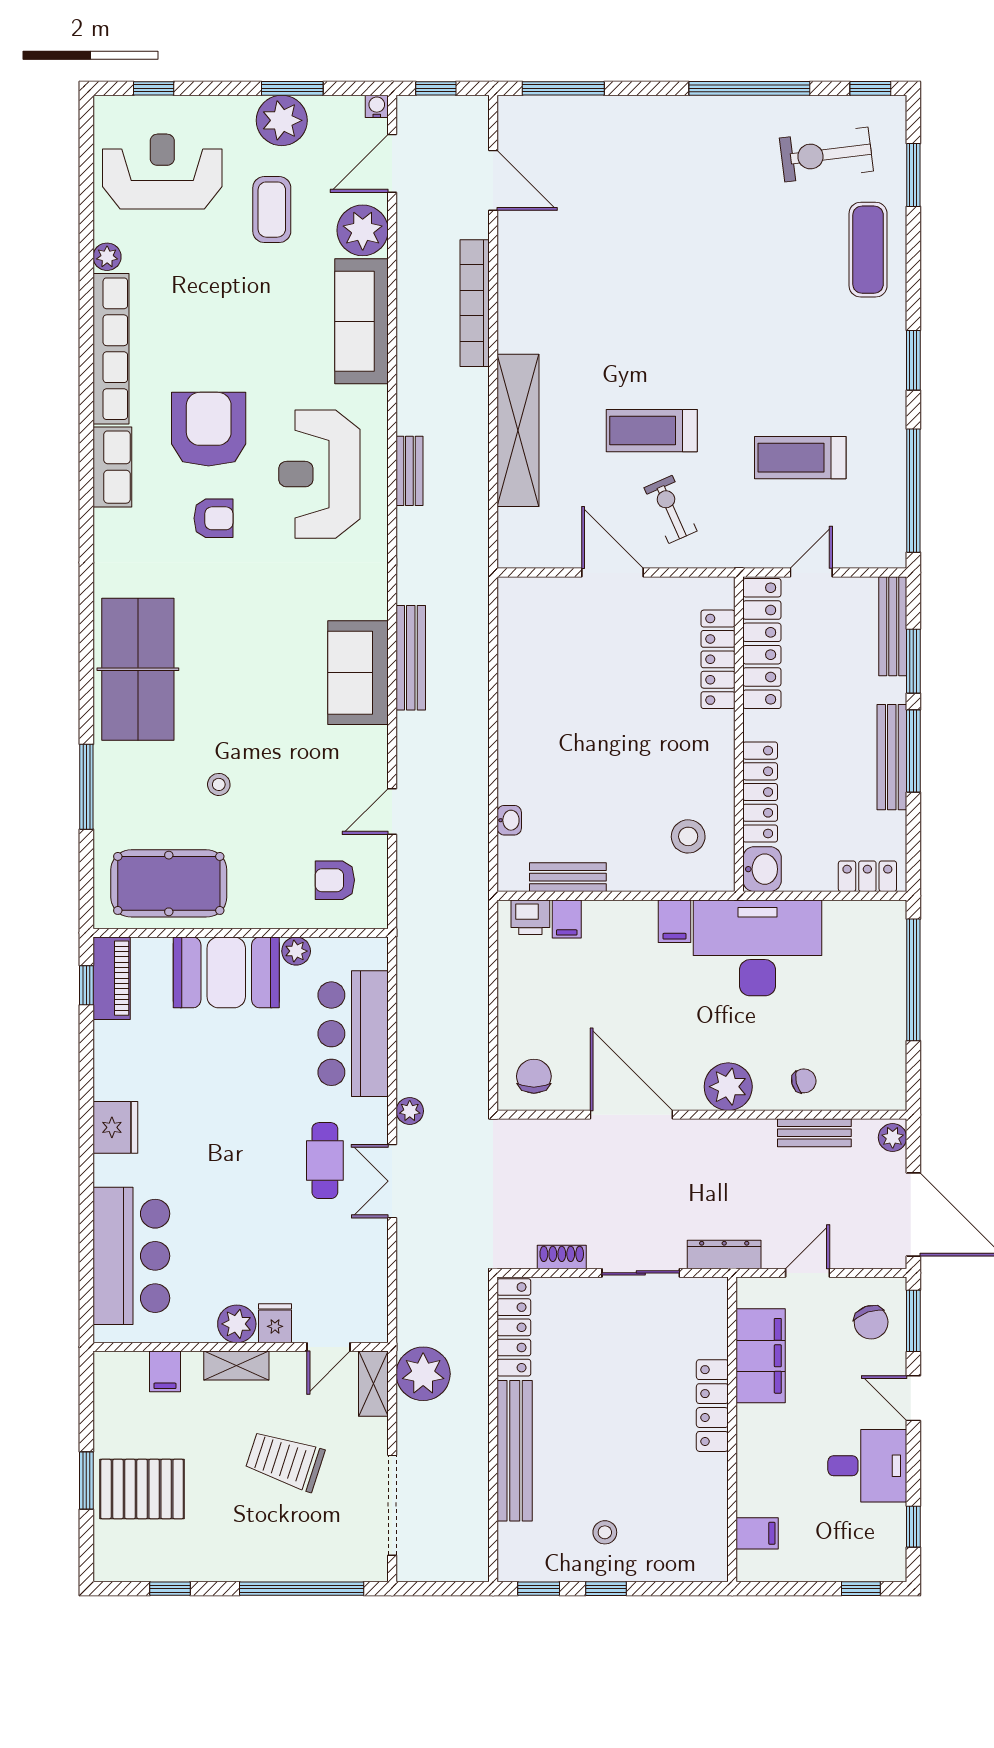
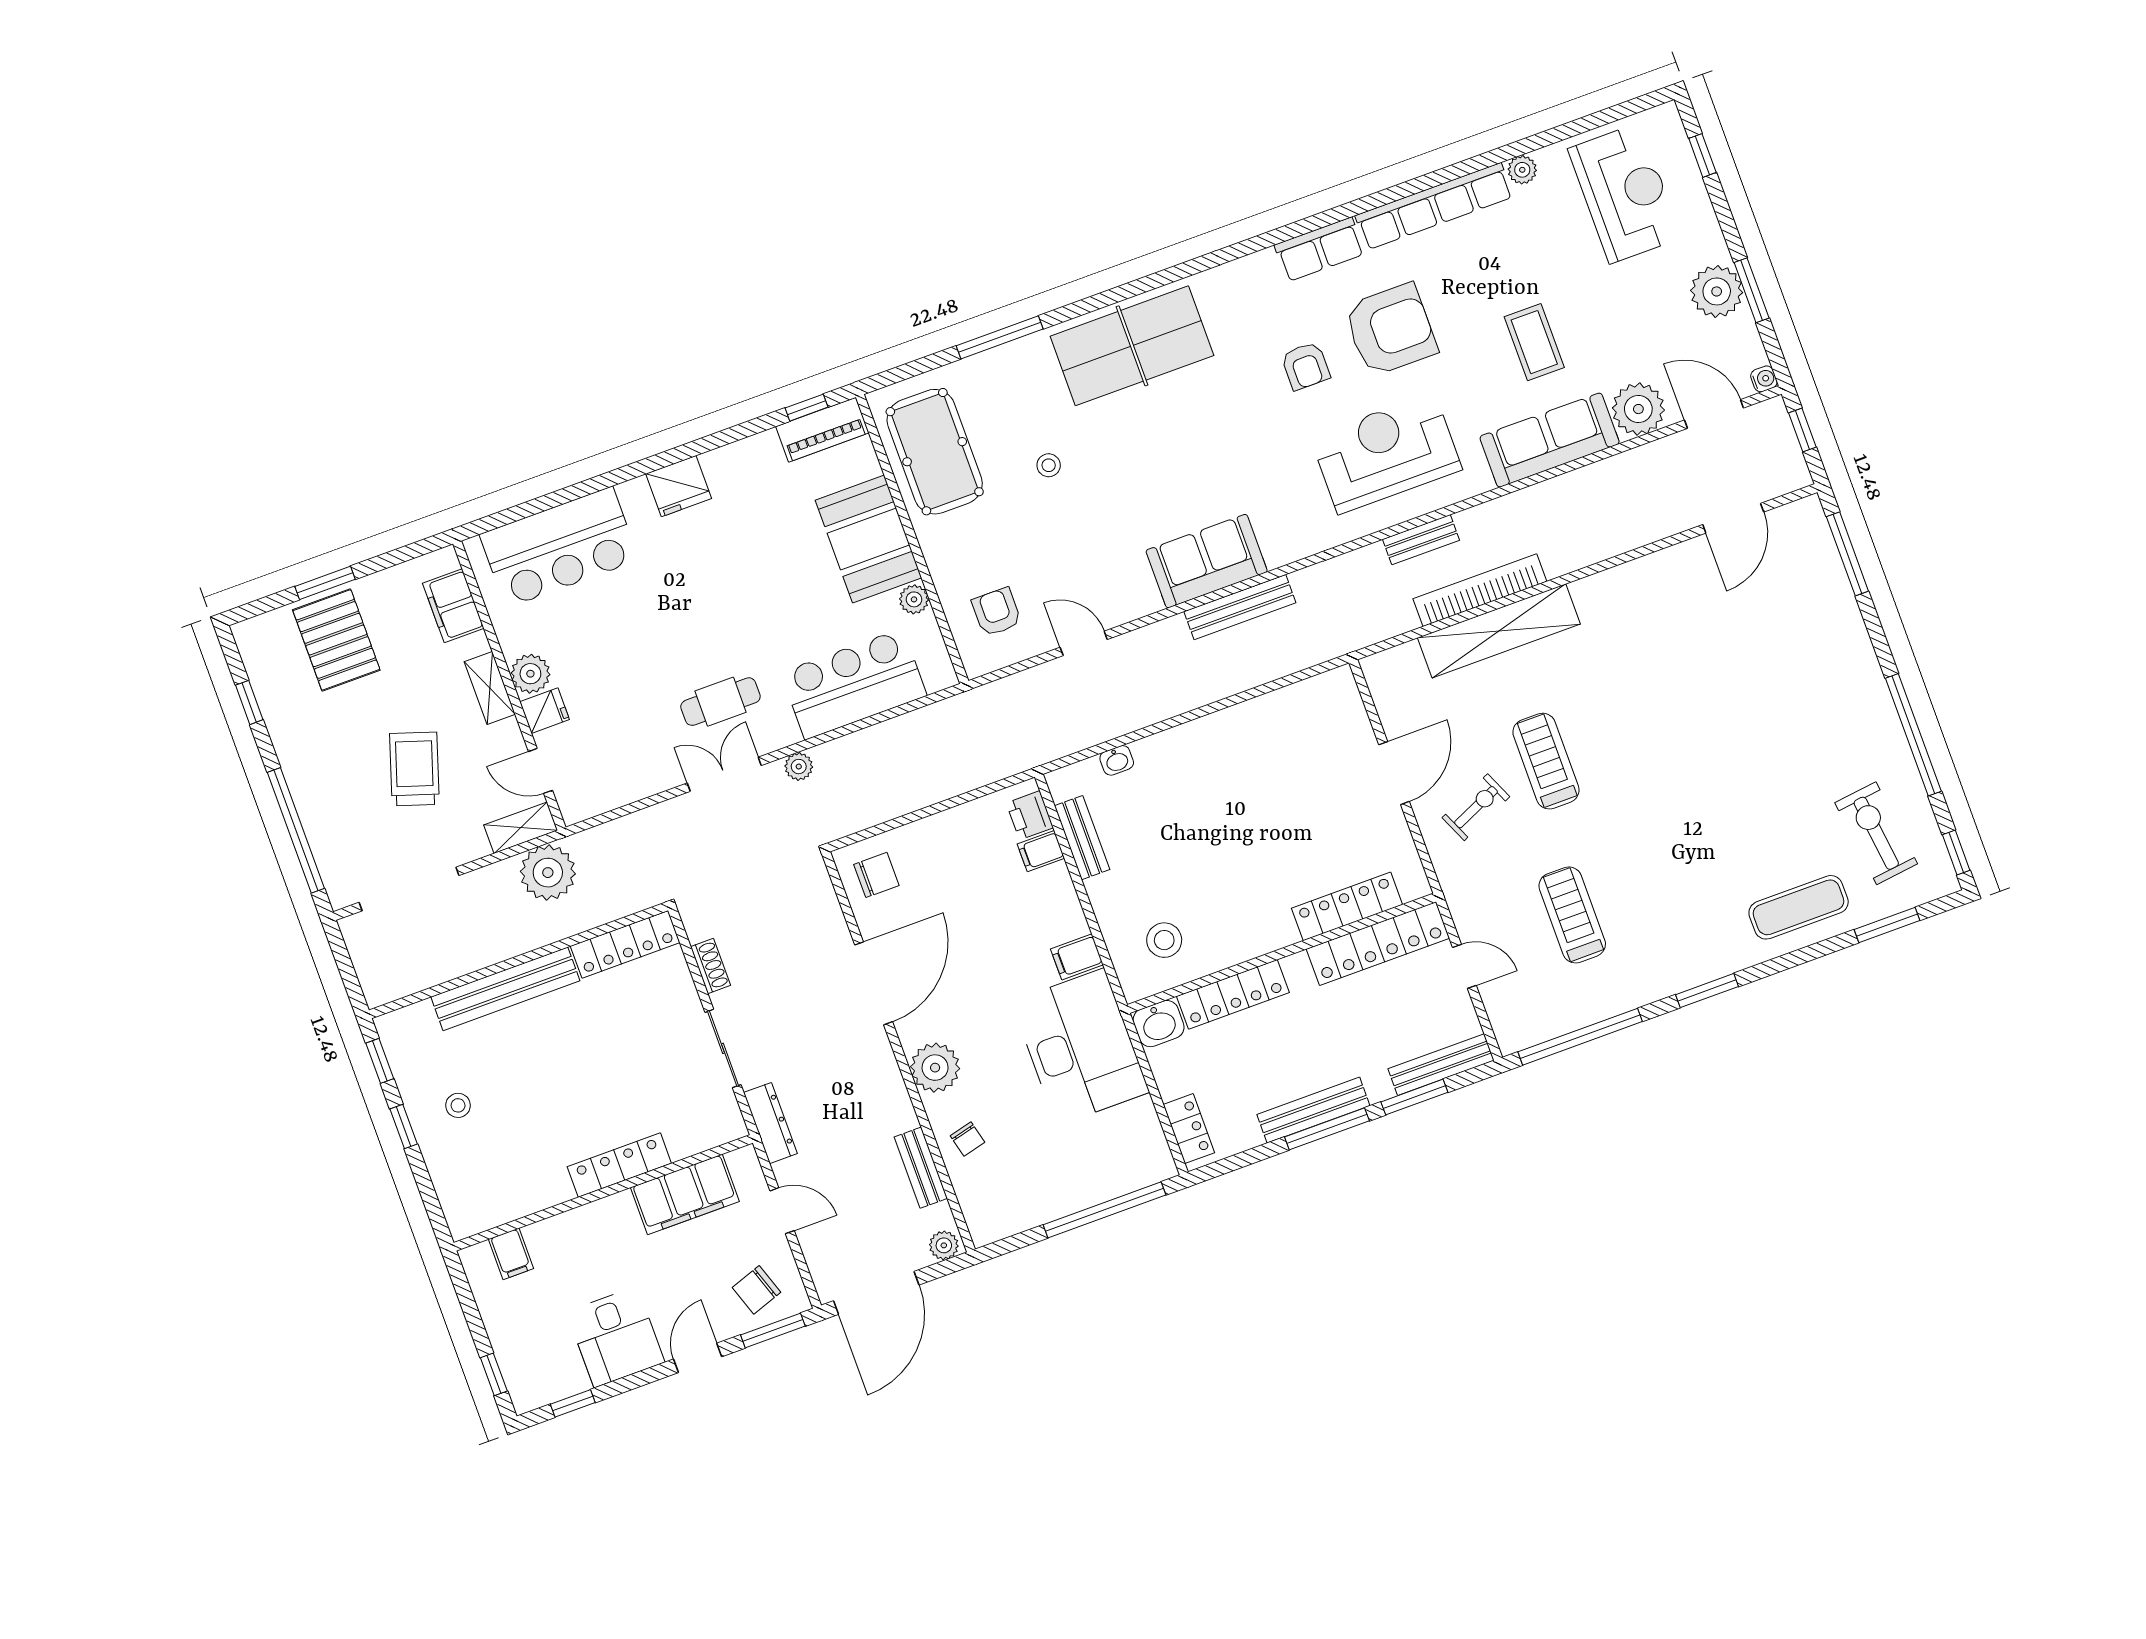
coffee table: (272, 210) -> (1534, 342), moved, turned 90
bookcase: (475, 303) -> (1480, 590), moved
filing cabinet: (165, 1371) -> (453, 606), width x2.00

